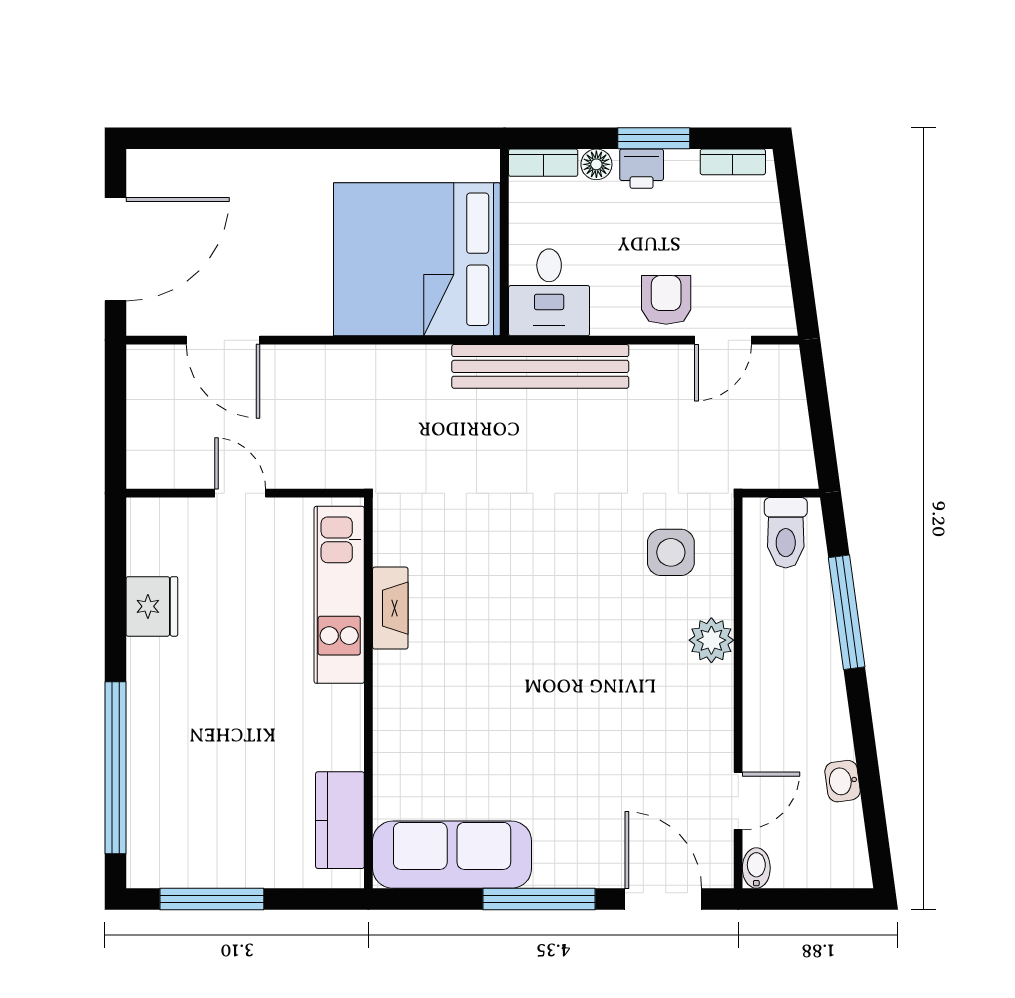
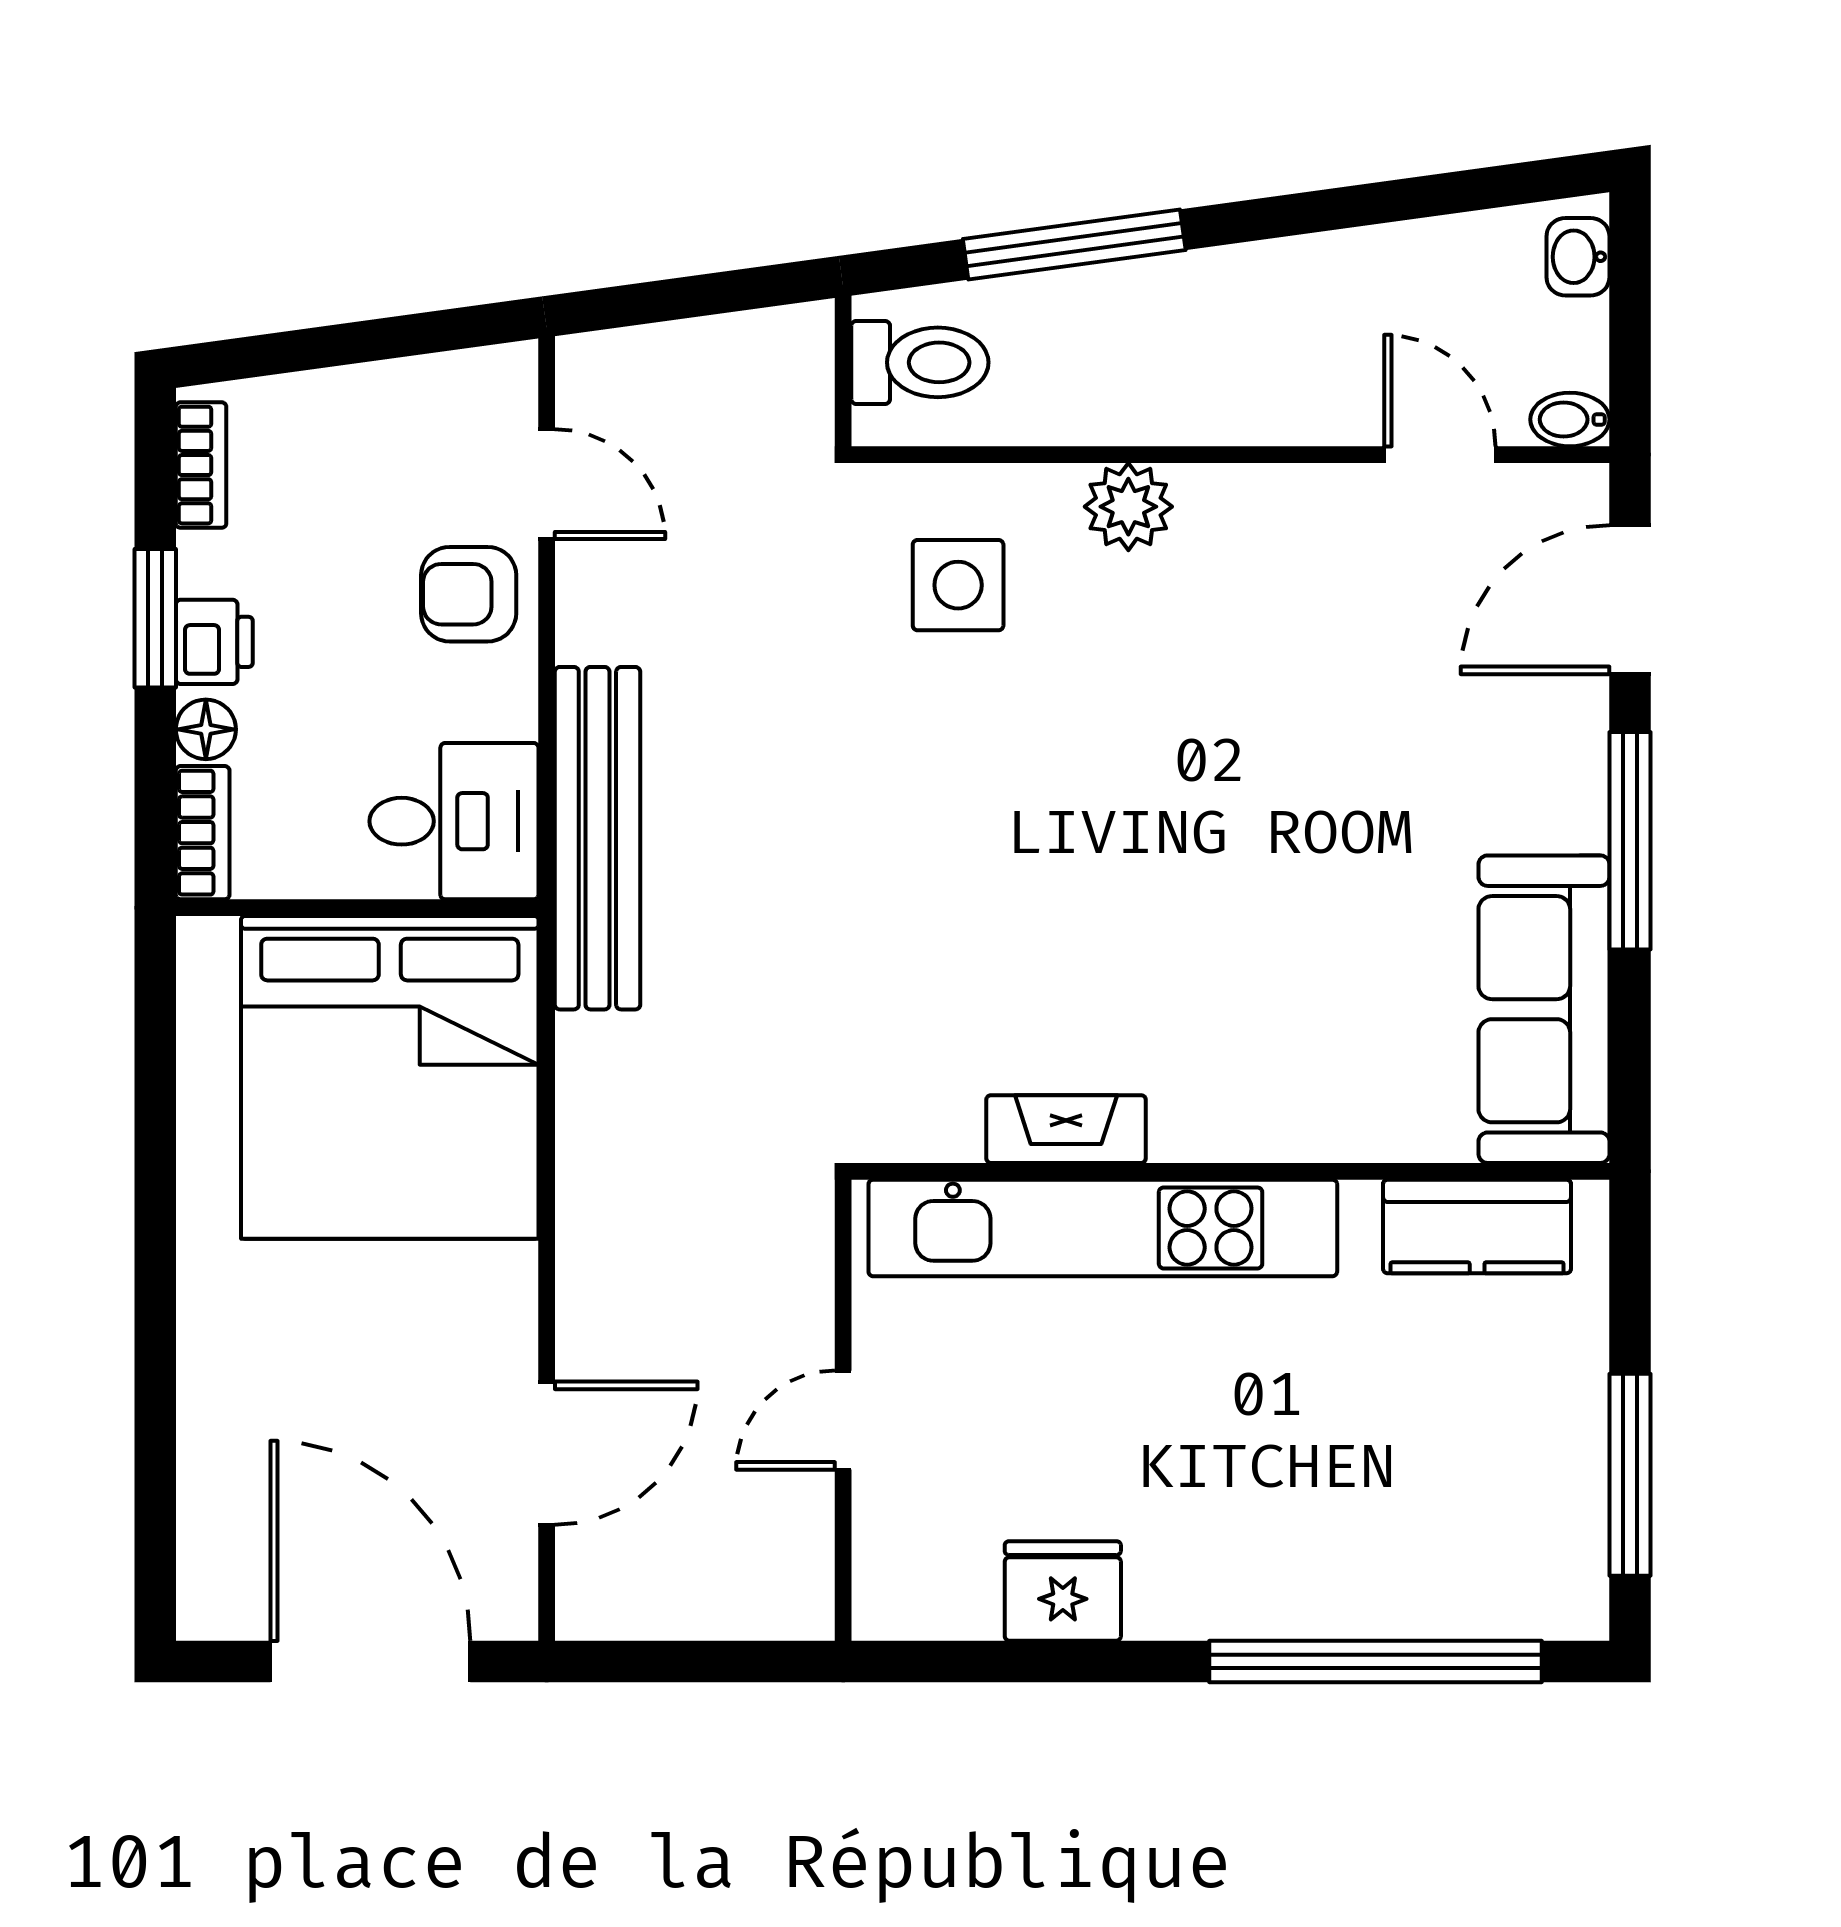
kitchen unit: (339, 595) -> (1103, 1228), width x1.36
washbasin: (843, 781) -> (1578, 257), moved, turned 98

